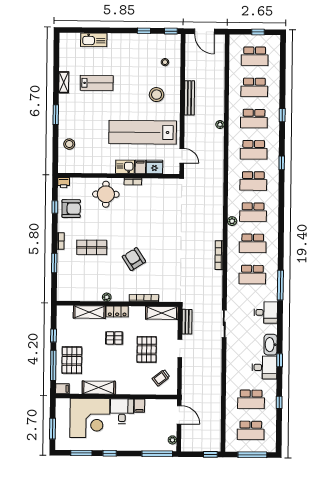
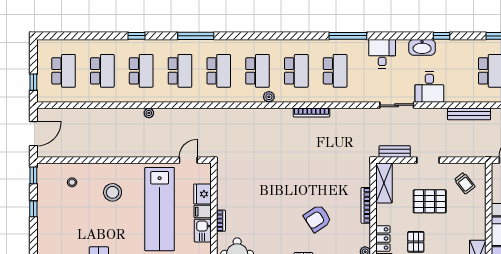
window: (258, 32) -> (33, 82), moved
bench: (189, 98) -> (469, 114), moved
window: (282, 163) -> (196, 36), width x2.17
desk: (264, 367) -> (429, 87), moved, turned 180

